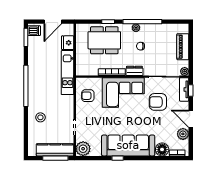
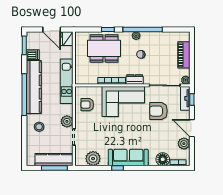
door: (53, 22) -> (52, 29), hinge flipped
dishwasher: (34, 31) -> (33, 55), moved
fridge: (68, 43) -> (67, 39), moved
kitchen counter: (35, 78) -> (34, 87), added
plant: (68, 112) -> (67, 121), added
sofa: (128, 145) -> (128, 158), width x0.74, depth x0.79
plant: (83, 149) -> (93, 159), moved

